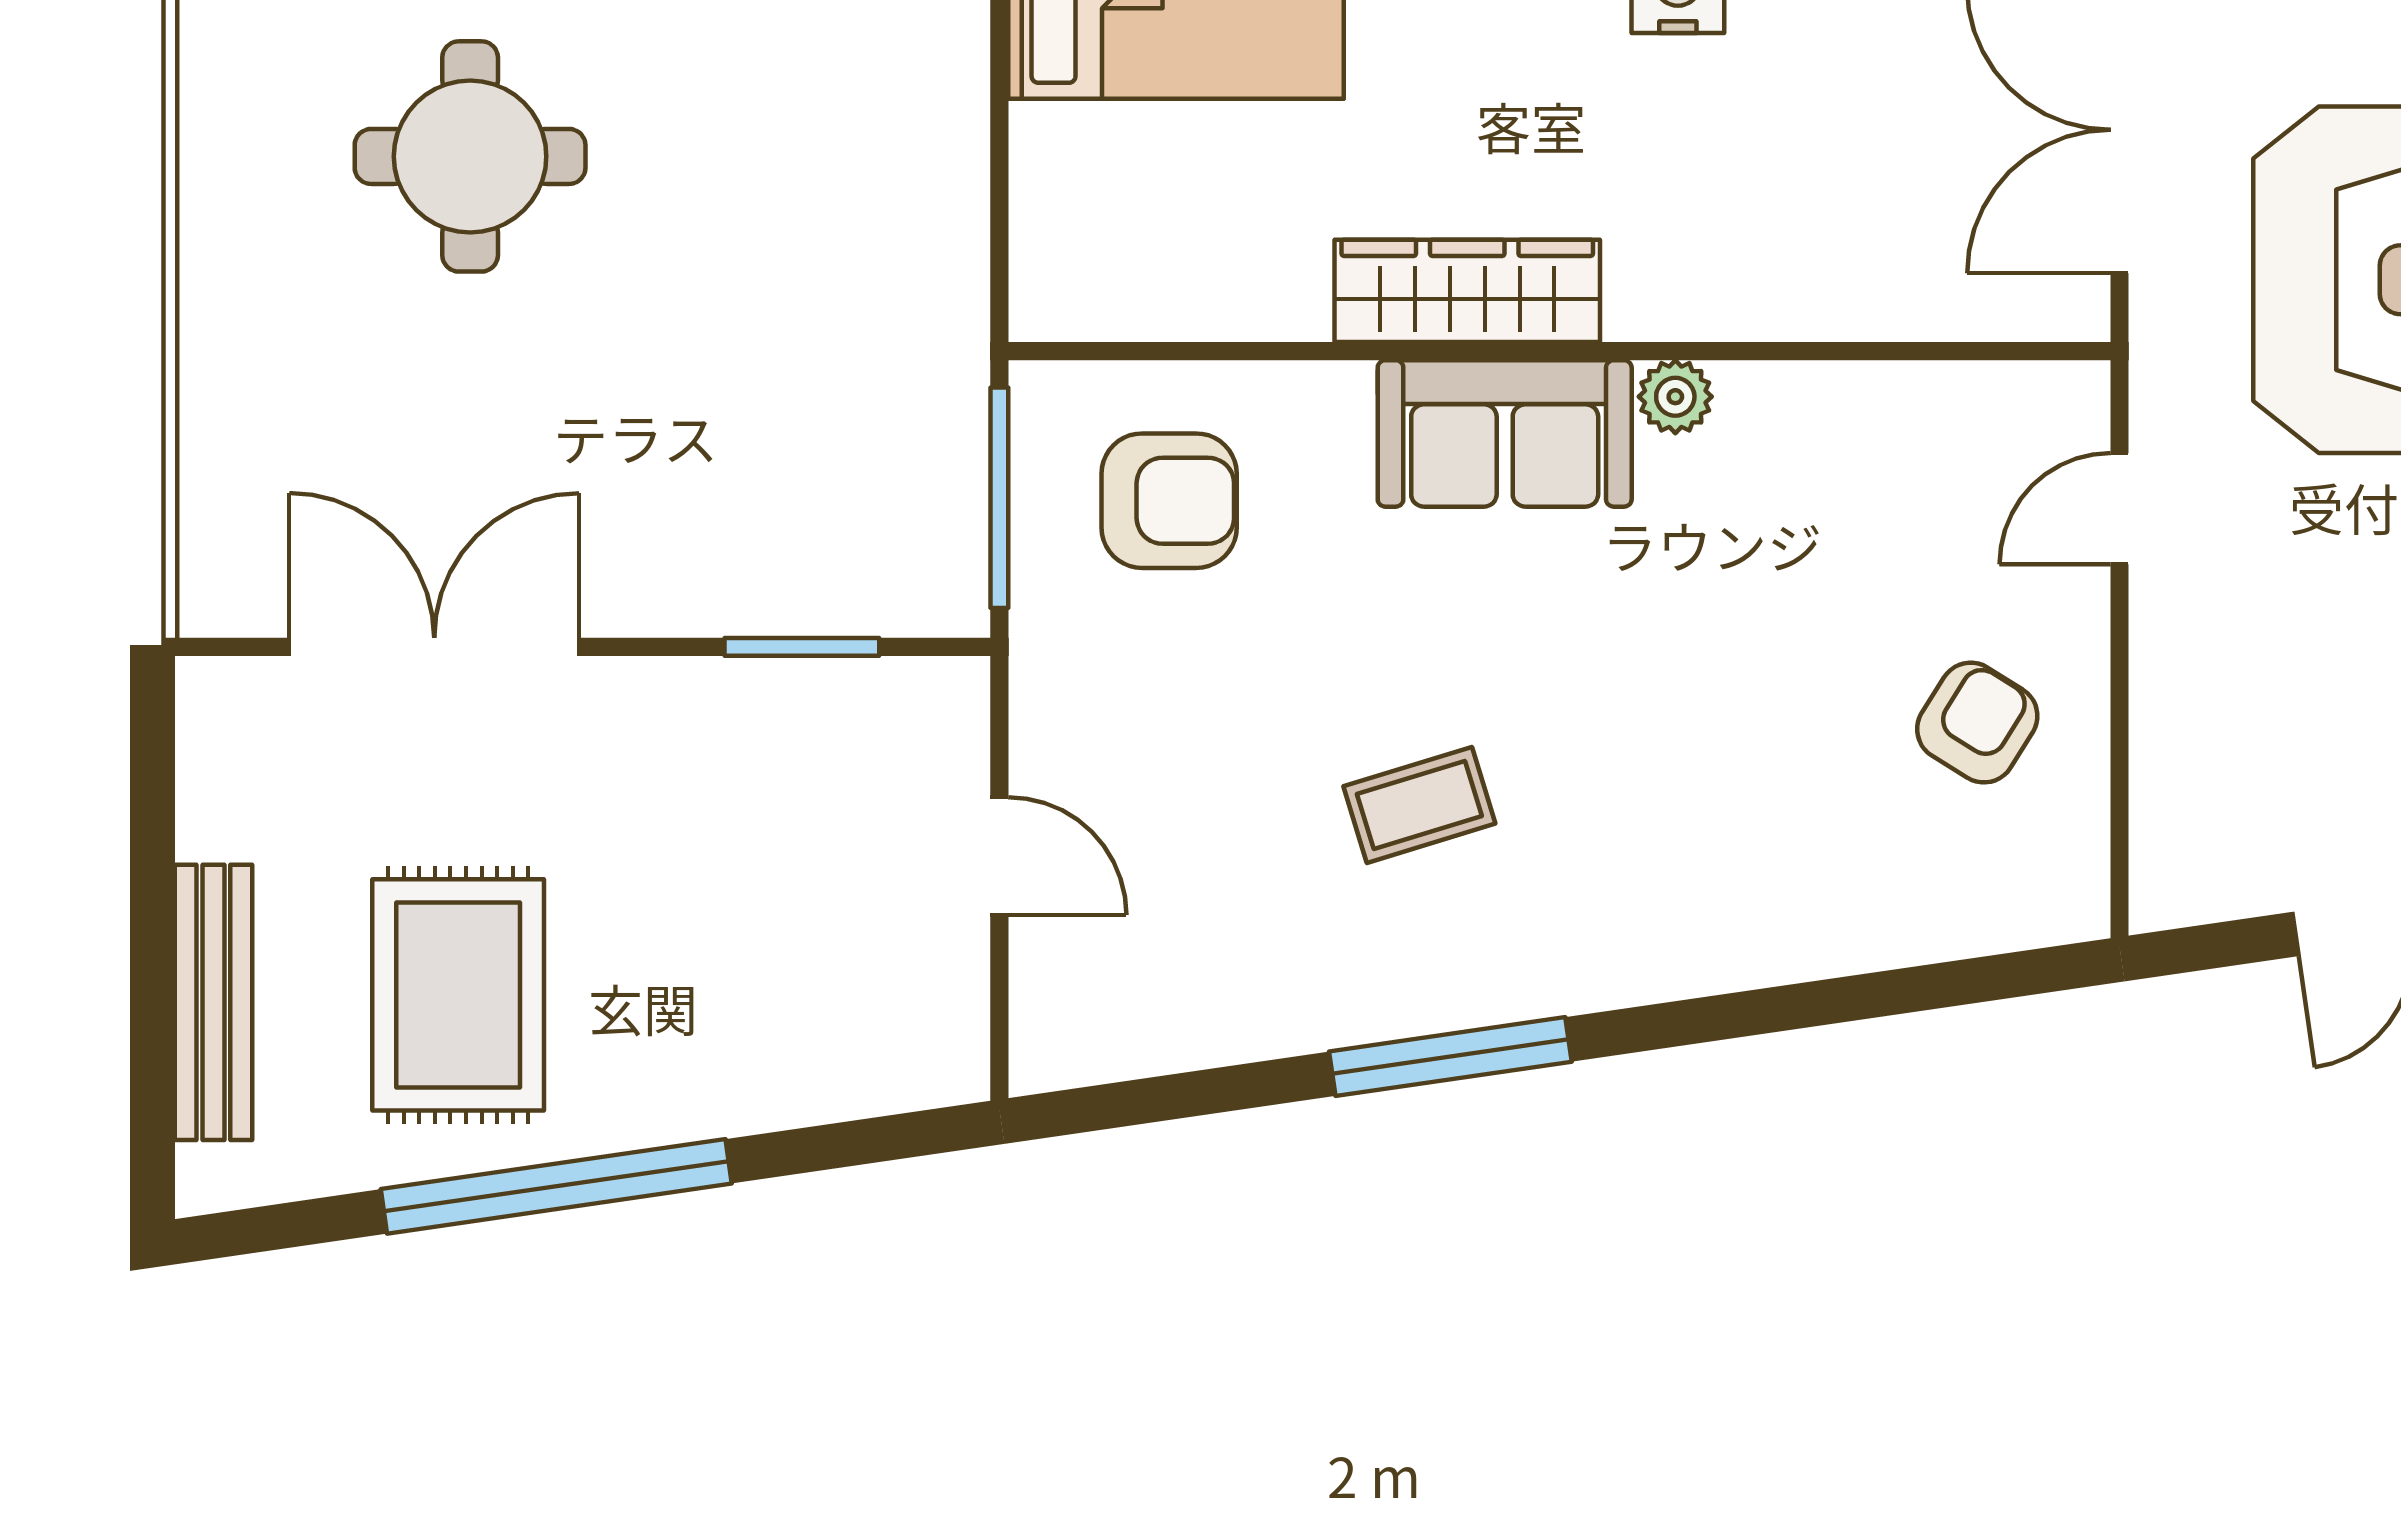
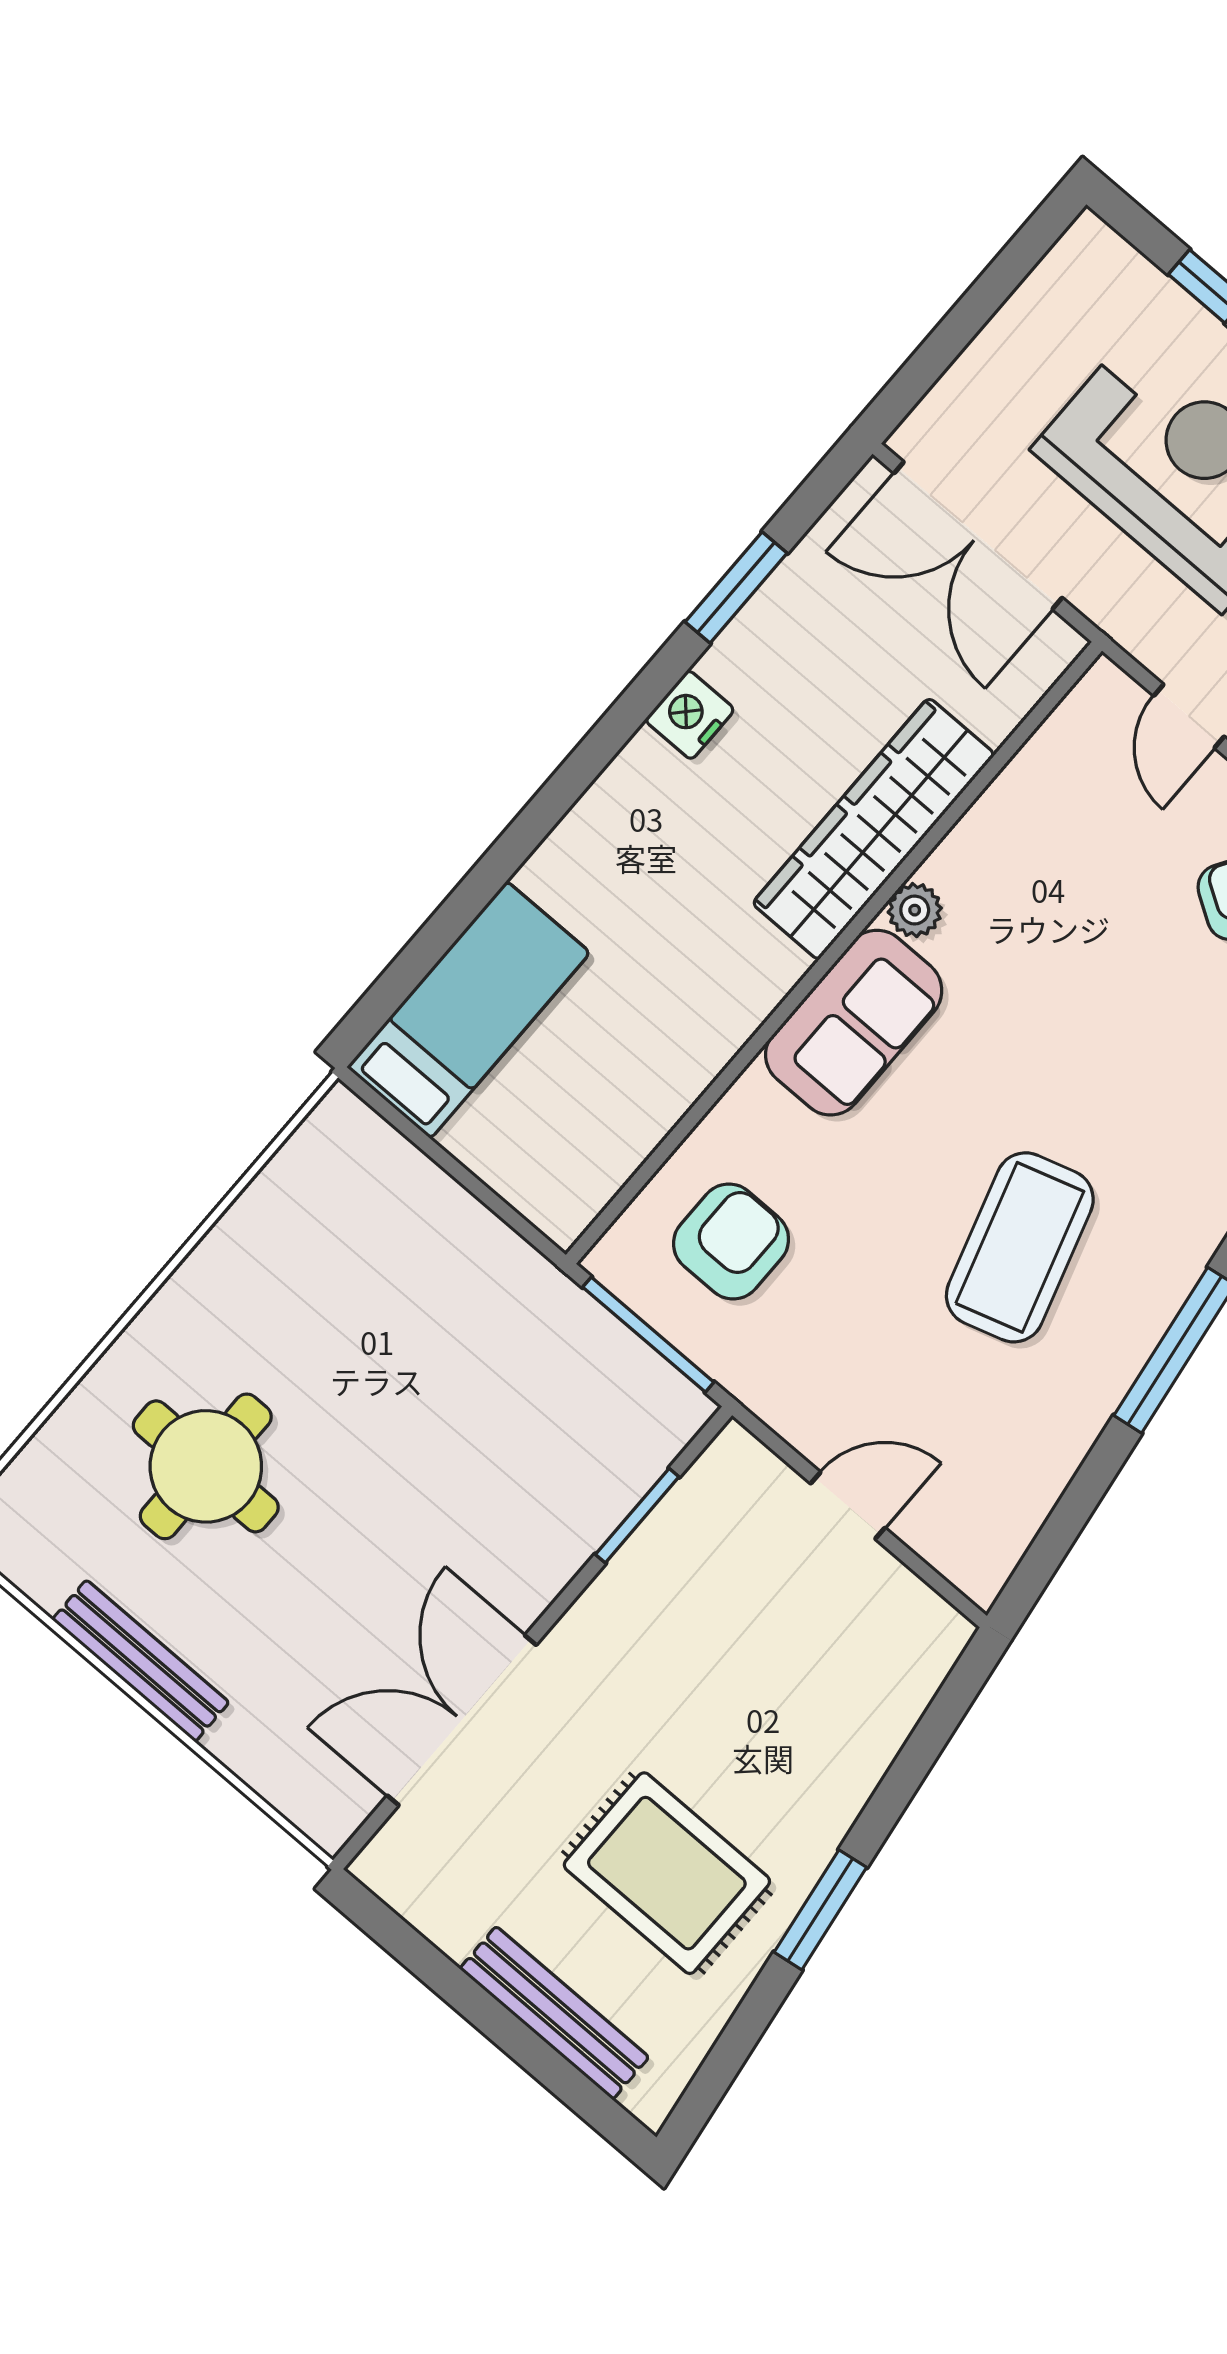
bench: (211, 262) -> (141, 1661), added
wardrobe: (1467, 291) -> (874, 829), moved, width x1.40, depth x1.17
coffee table: (1419, 805) -> (1020, 1247), width x1.86, depth x1.72
window: (556, 1186) -> (820, 1910), width x0.47

